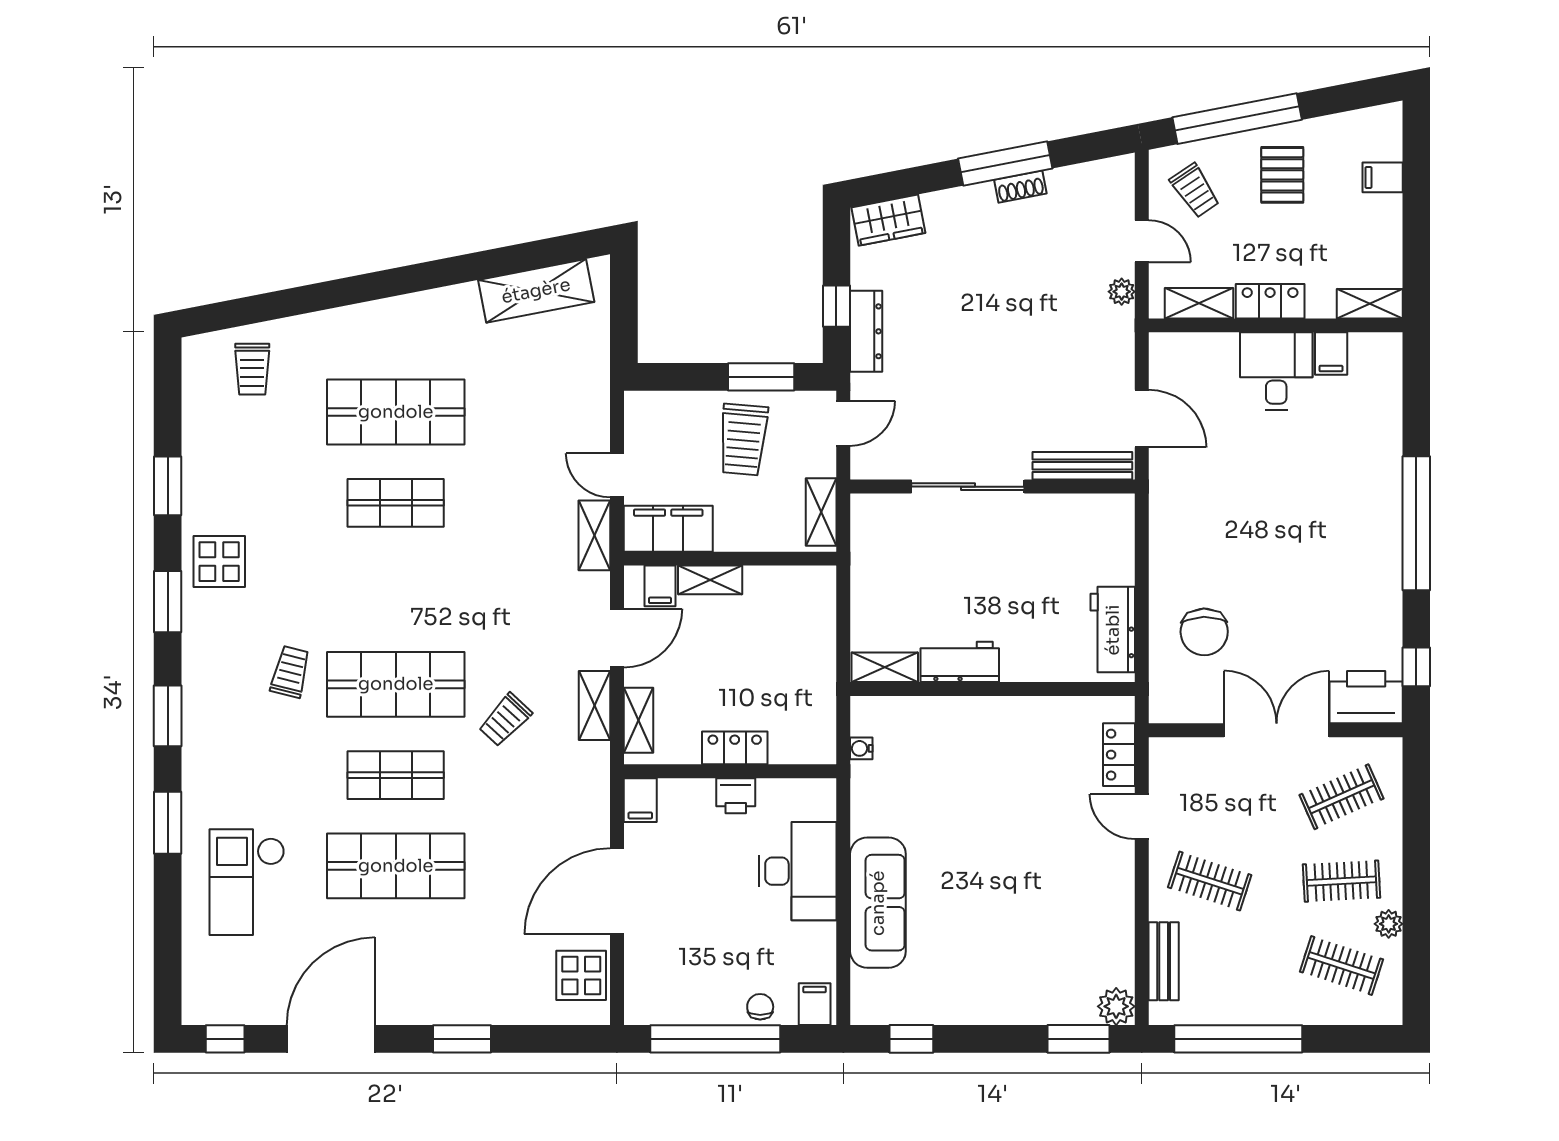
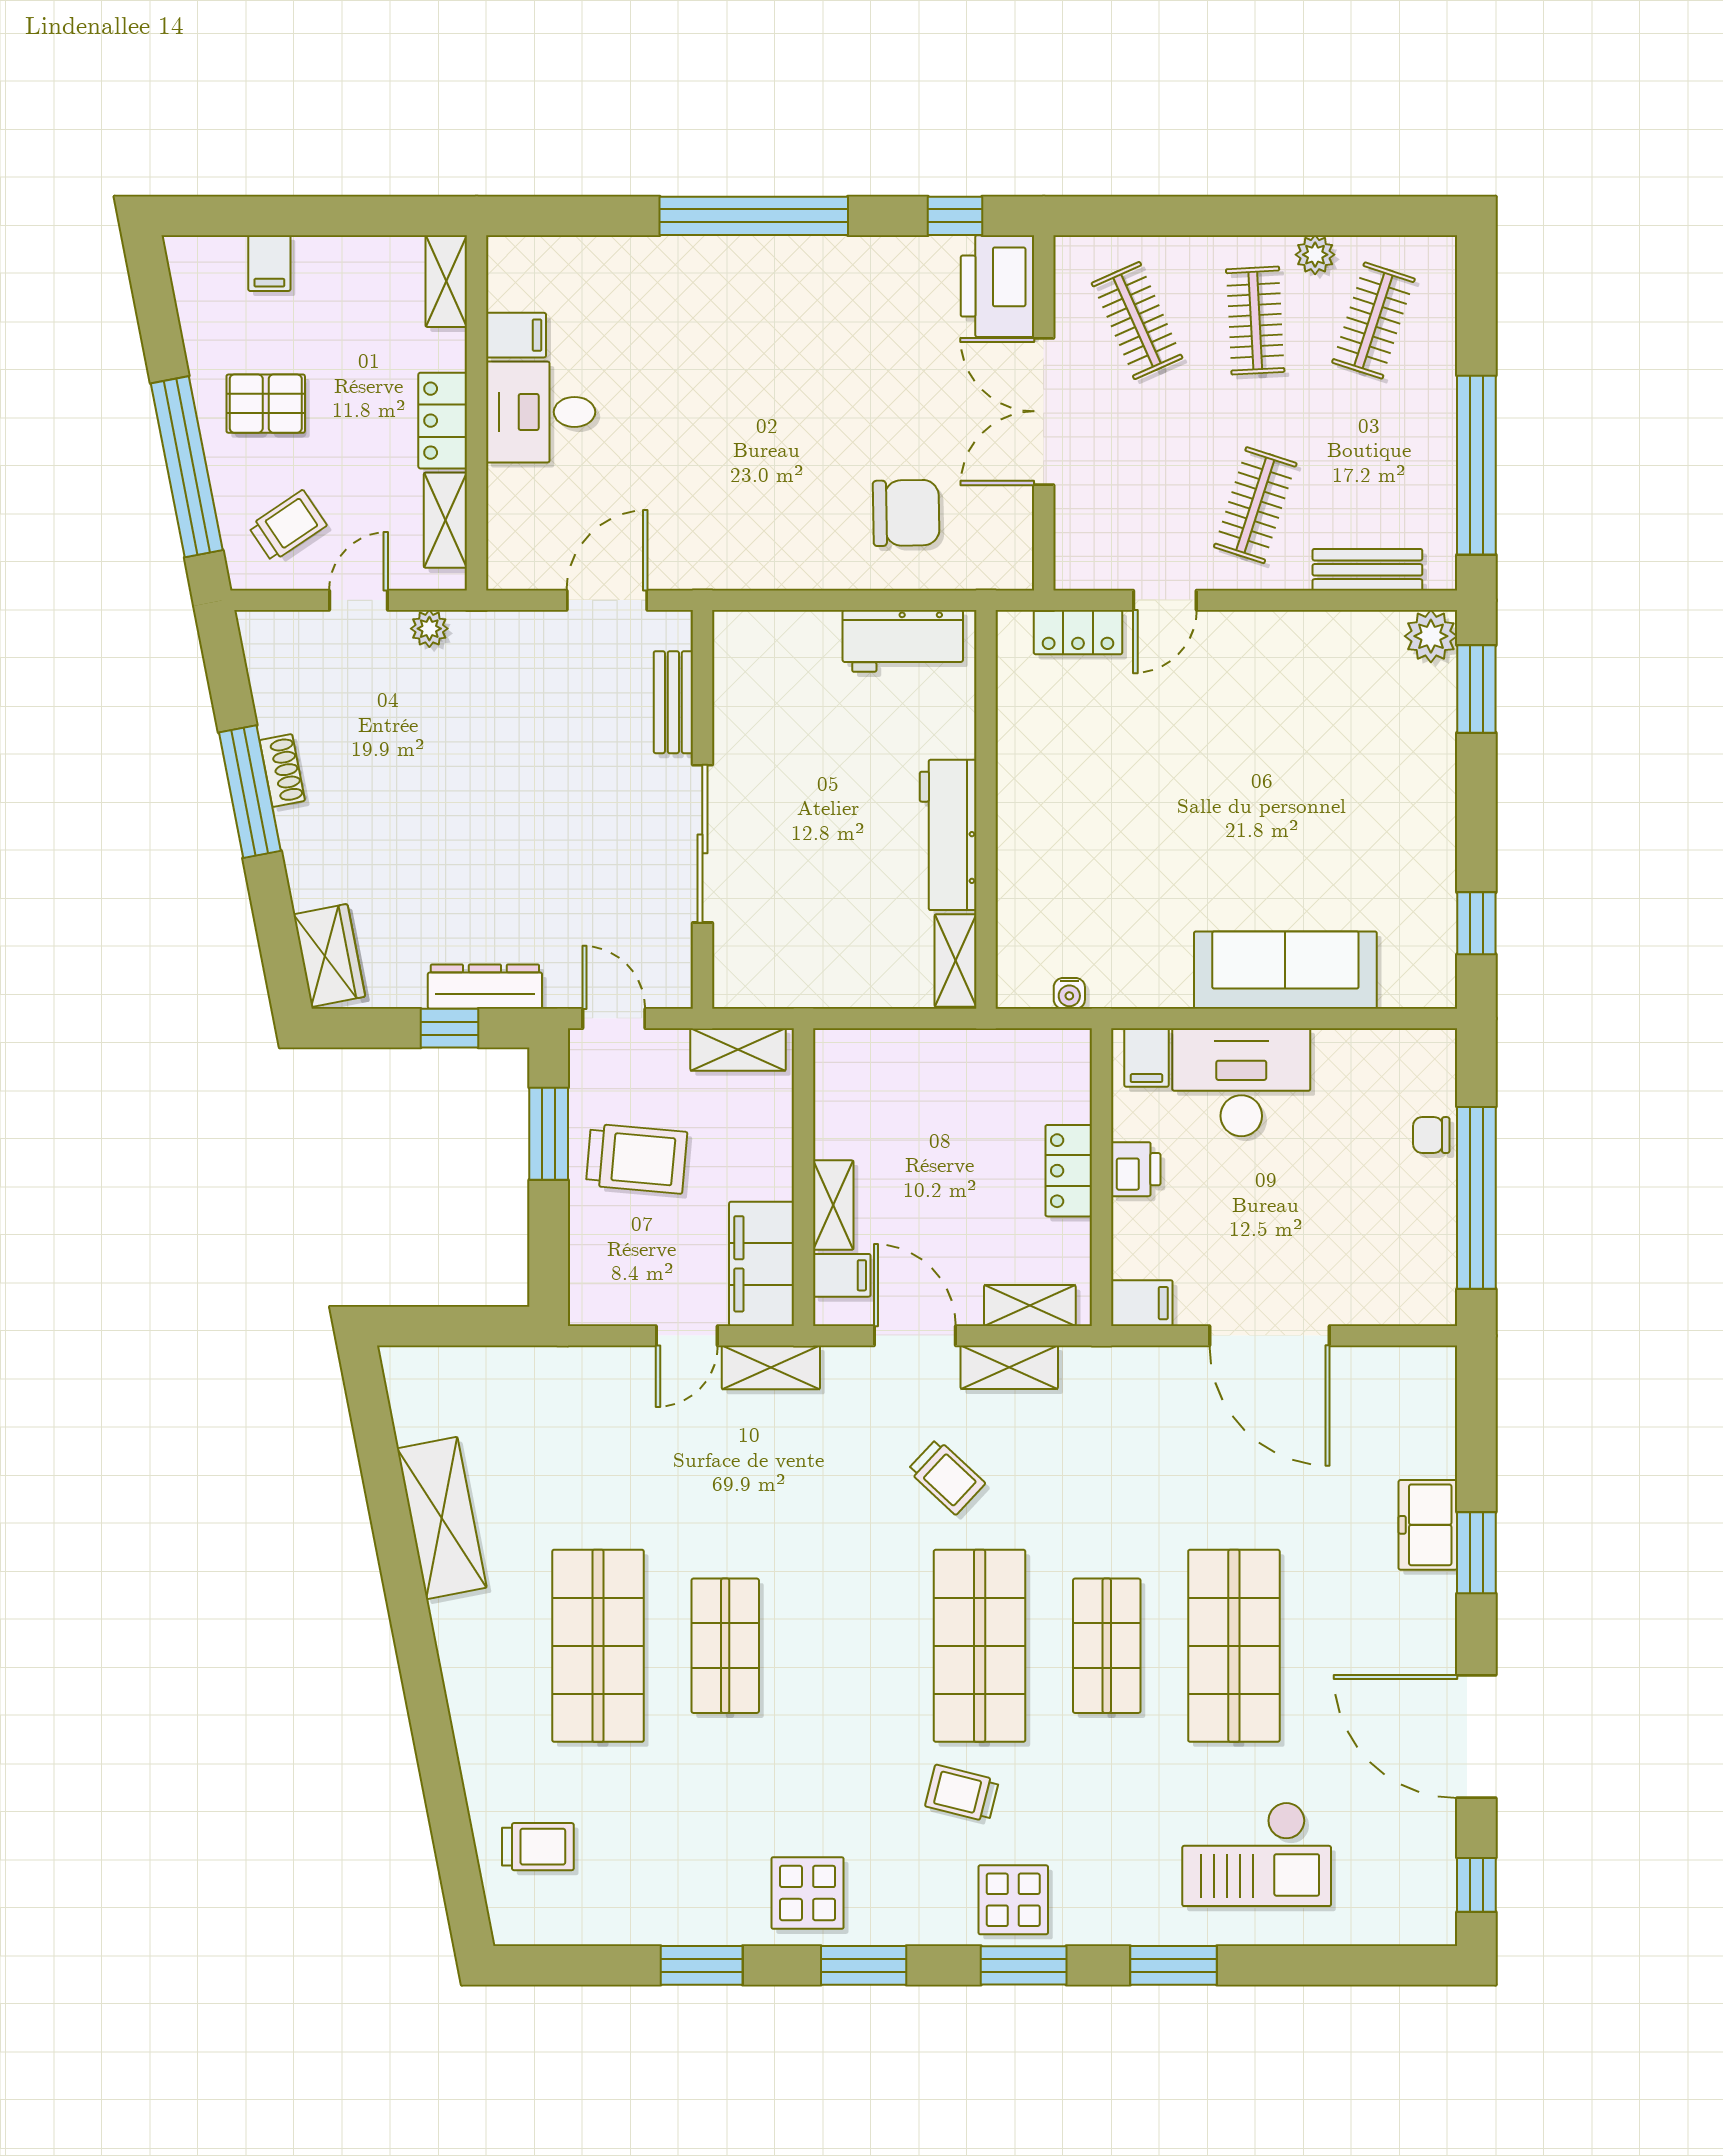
shelving: (536, 291) -> (442, 1518), moved
bench: (1082, 466) -> (673, 702), width x0.73
workbench: (960, 662) -> (948, 835), width x1.38
trolley: (505, 720) -> (946, 1477), moved
display table: (581, 975) -> (1013, 1900), moved
freezer: (482, 1004) -> (1428, 1525), added
filing cabinet: (815, 1004) -> (1146, 1058), moved, turned -90

